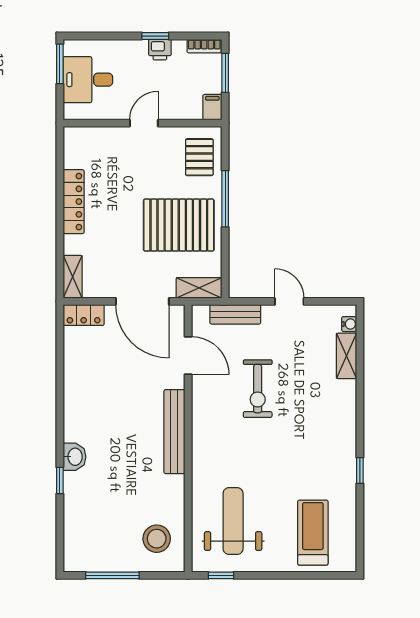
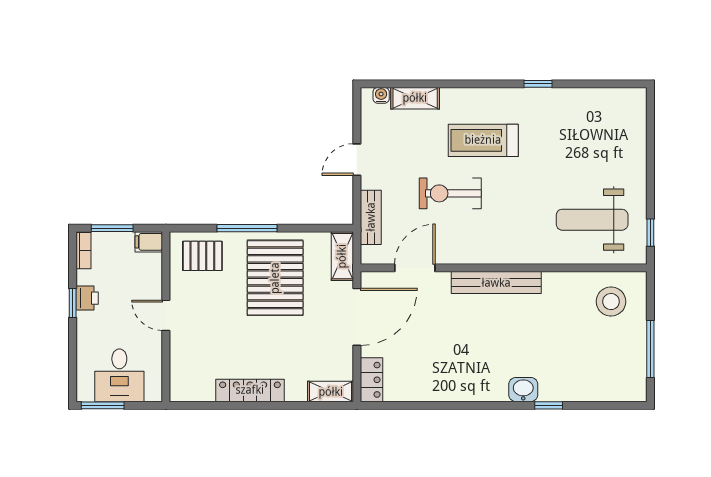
exercise bike: (258, 389) -> (450, 193), turned 180
treadmill: (313, 533) -> (483, 140), moved

